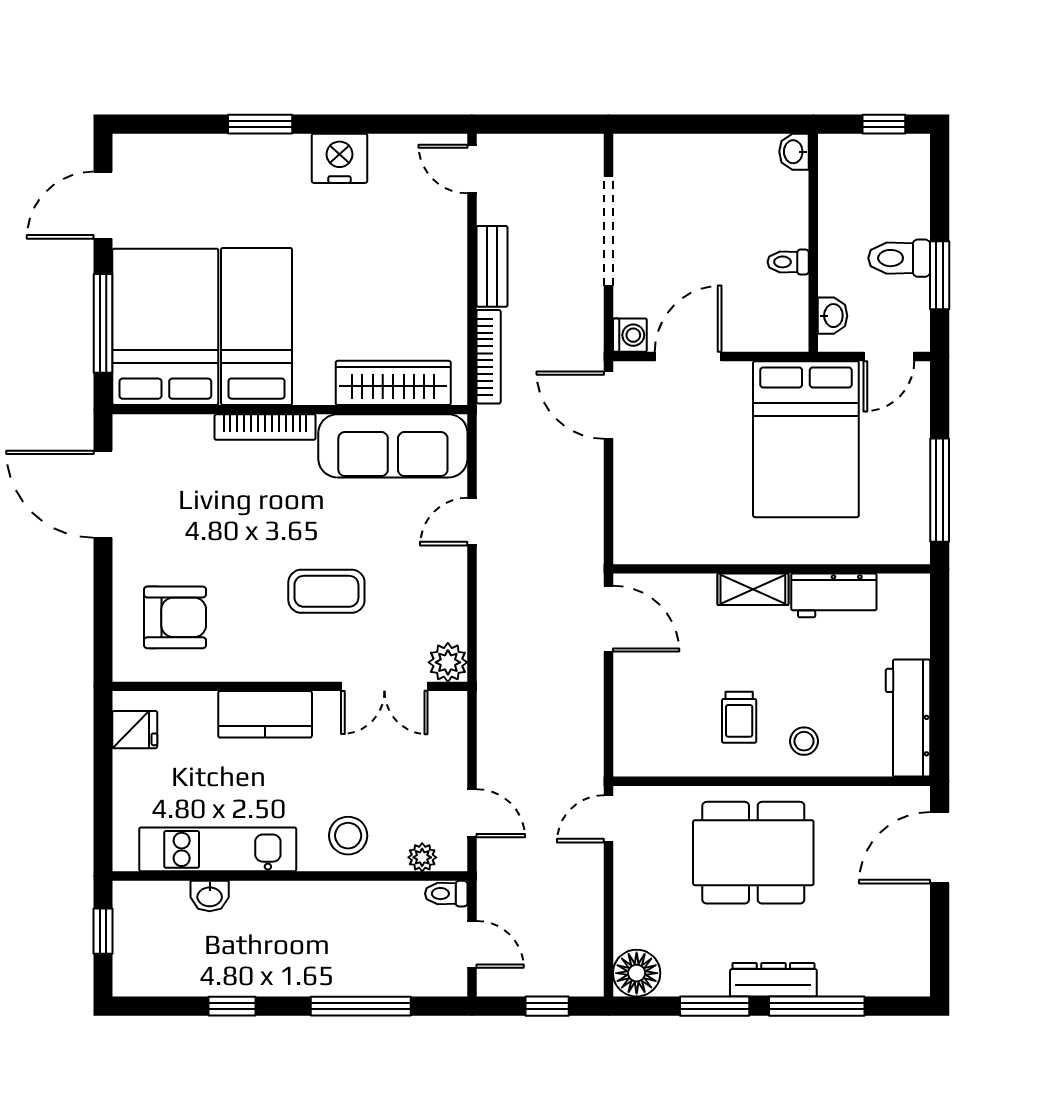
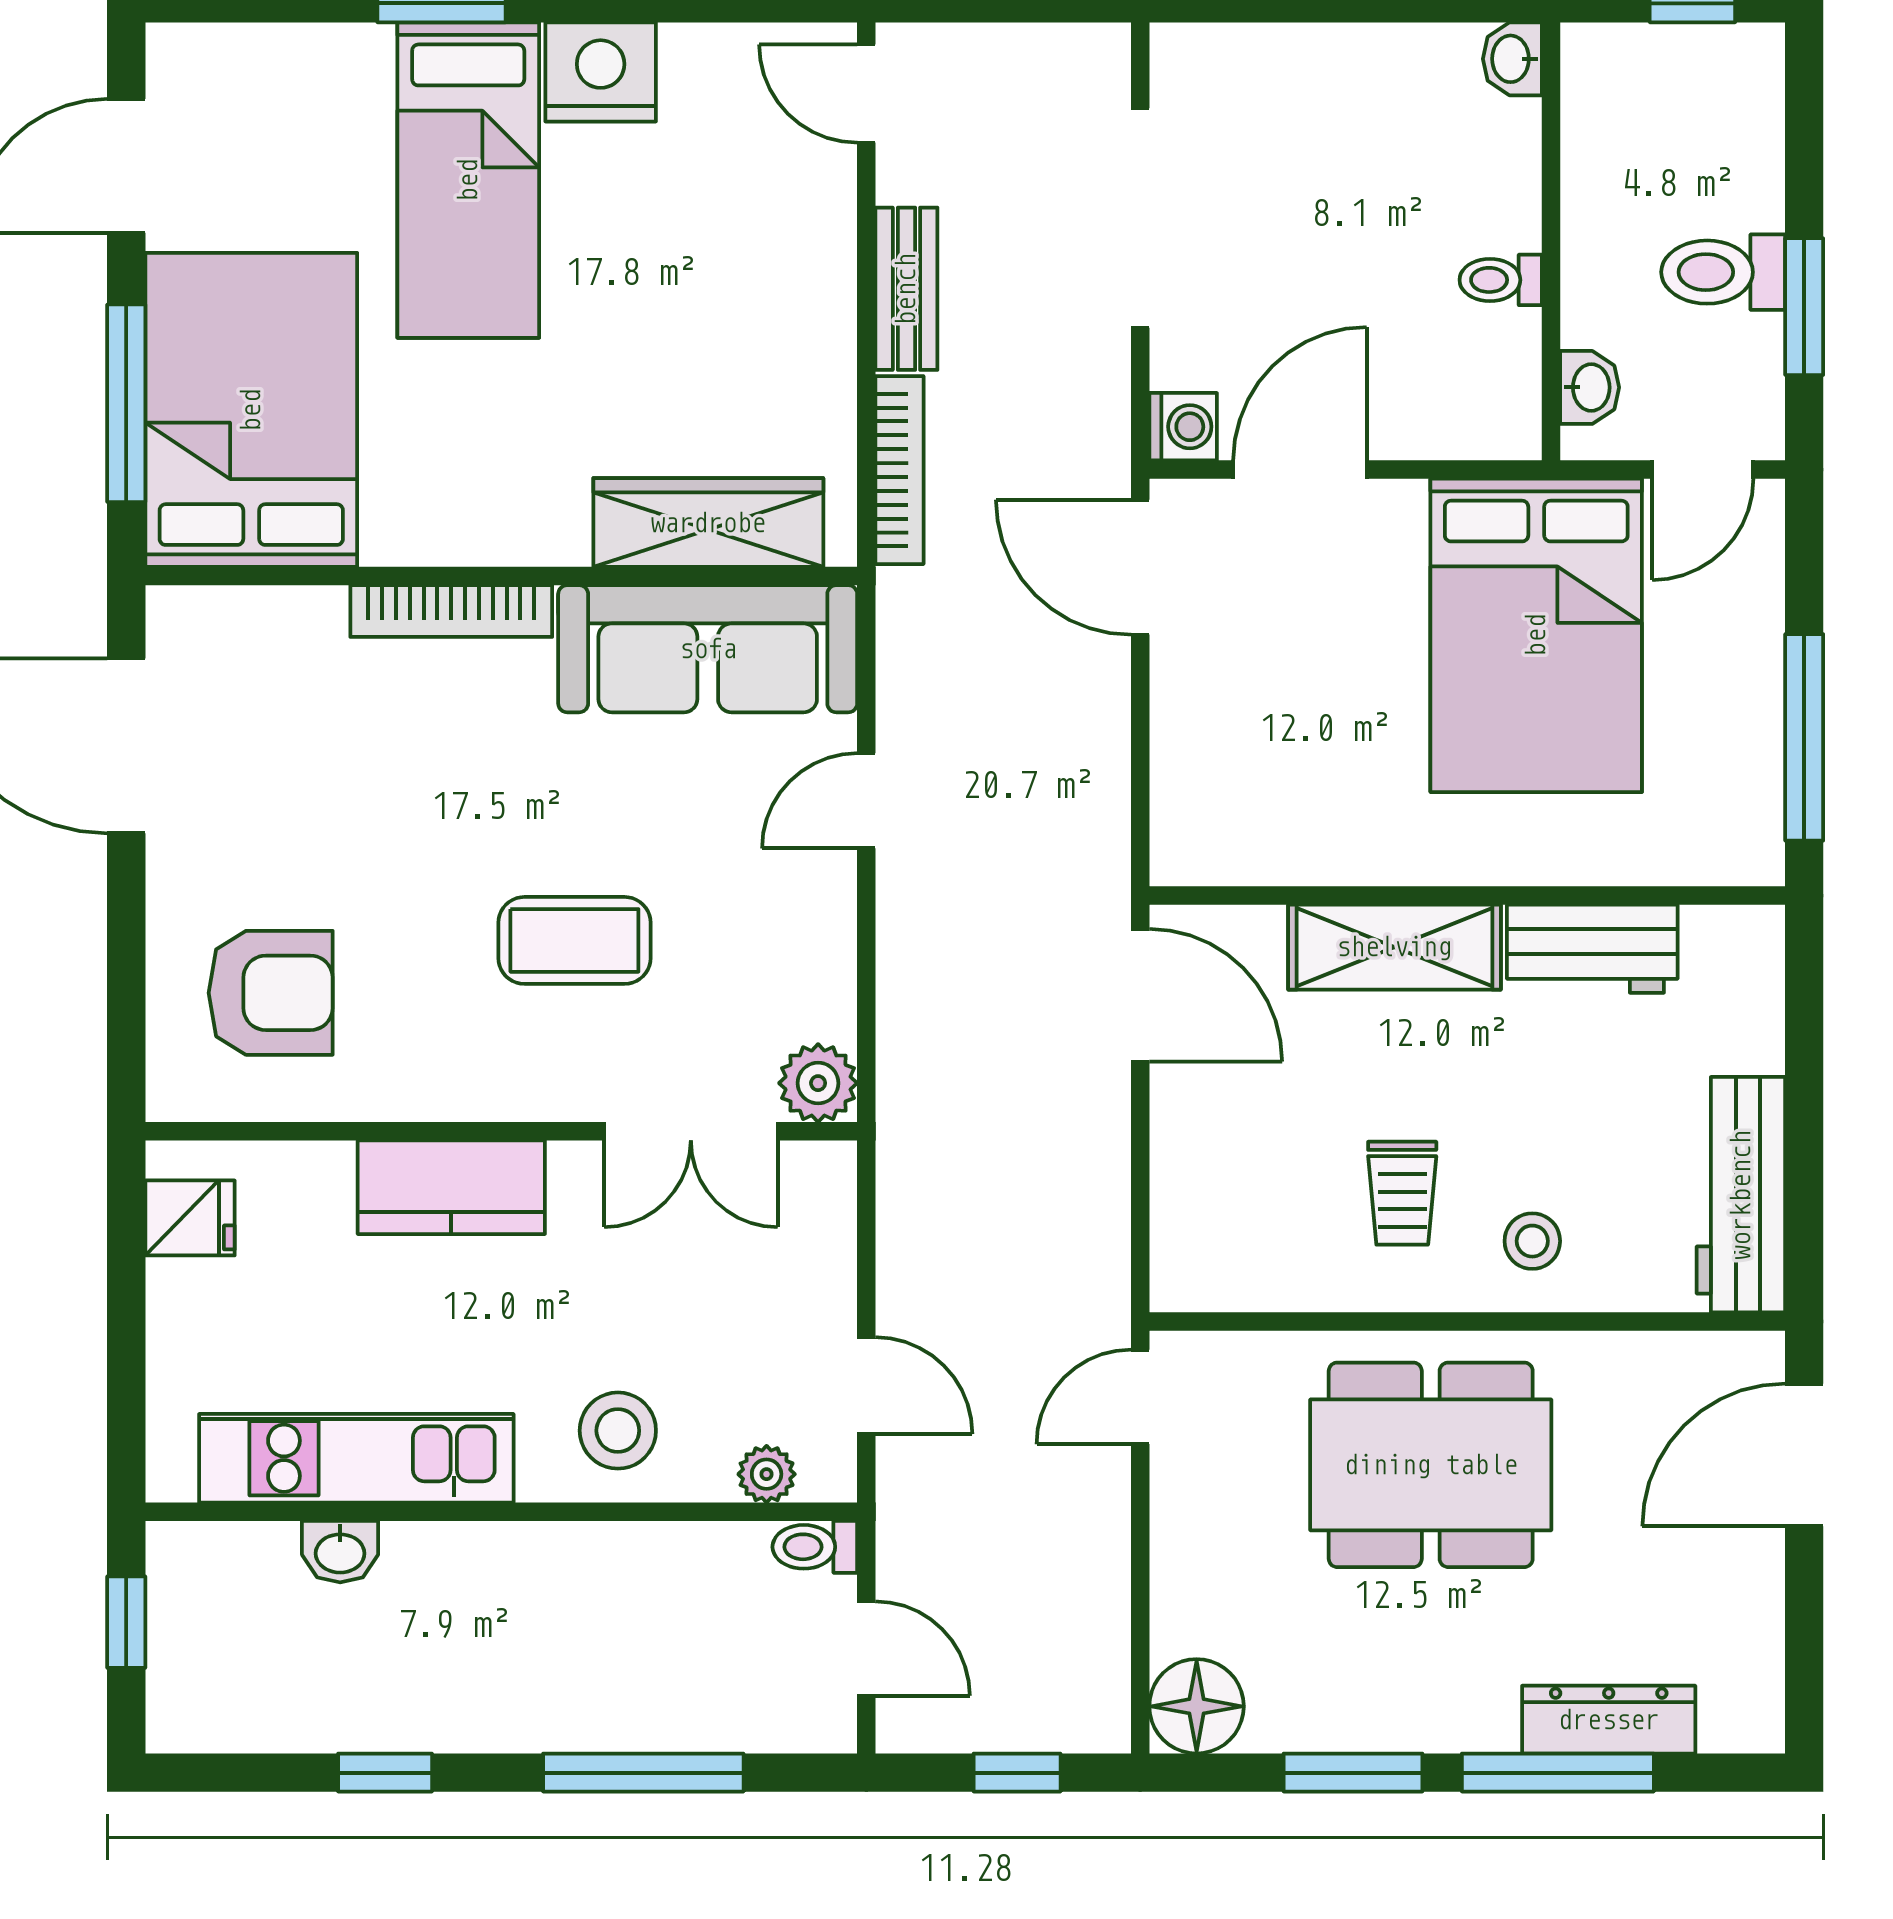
bed: (257, 326) -> (468, 180), moved, turned 180
shelving: (753, 589) -> (1394, 947), width x1.50, depth x1.33
dresser: (773, 980) -> (1609, 1720), moved

